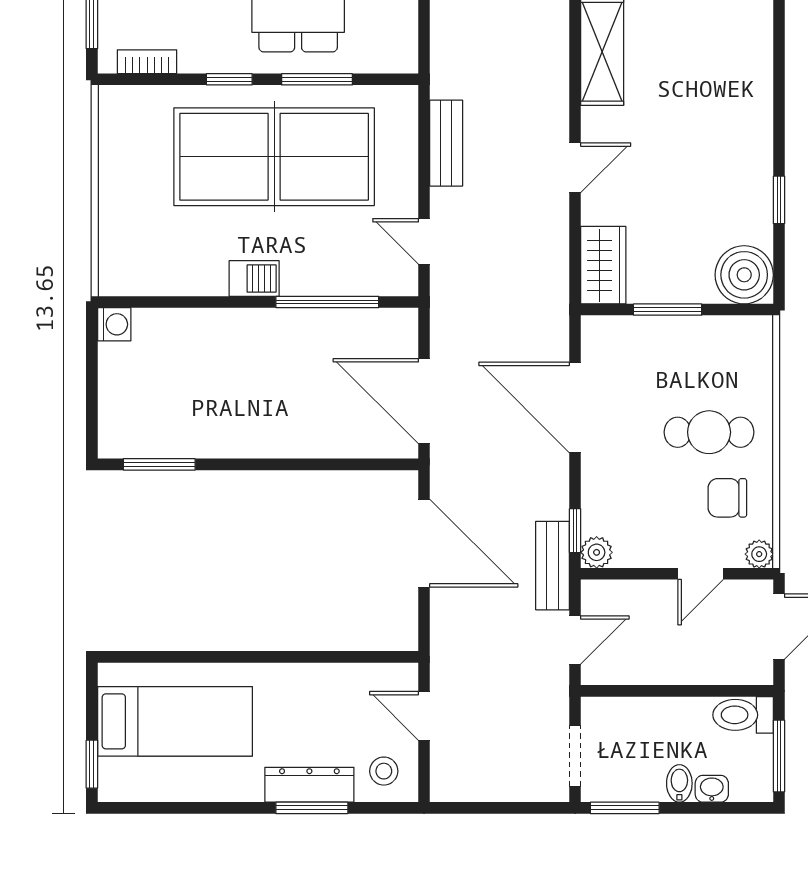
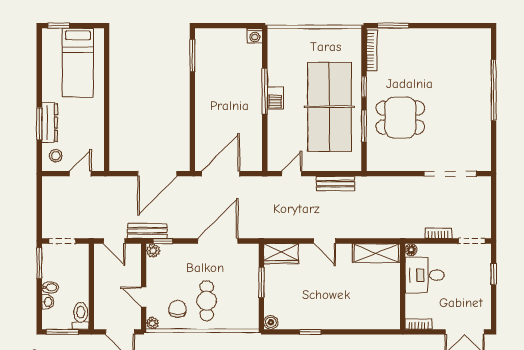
bookcase: (147, 62) -> (372, 50), width x1.56
boiler: (744, 275) -> (271, 322), width x0.54, depth x0.54
window: (327, 302) -> (265, 91), moved

